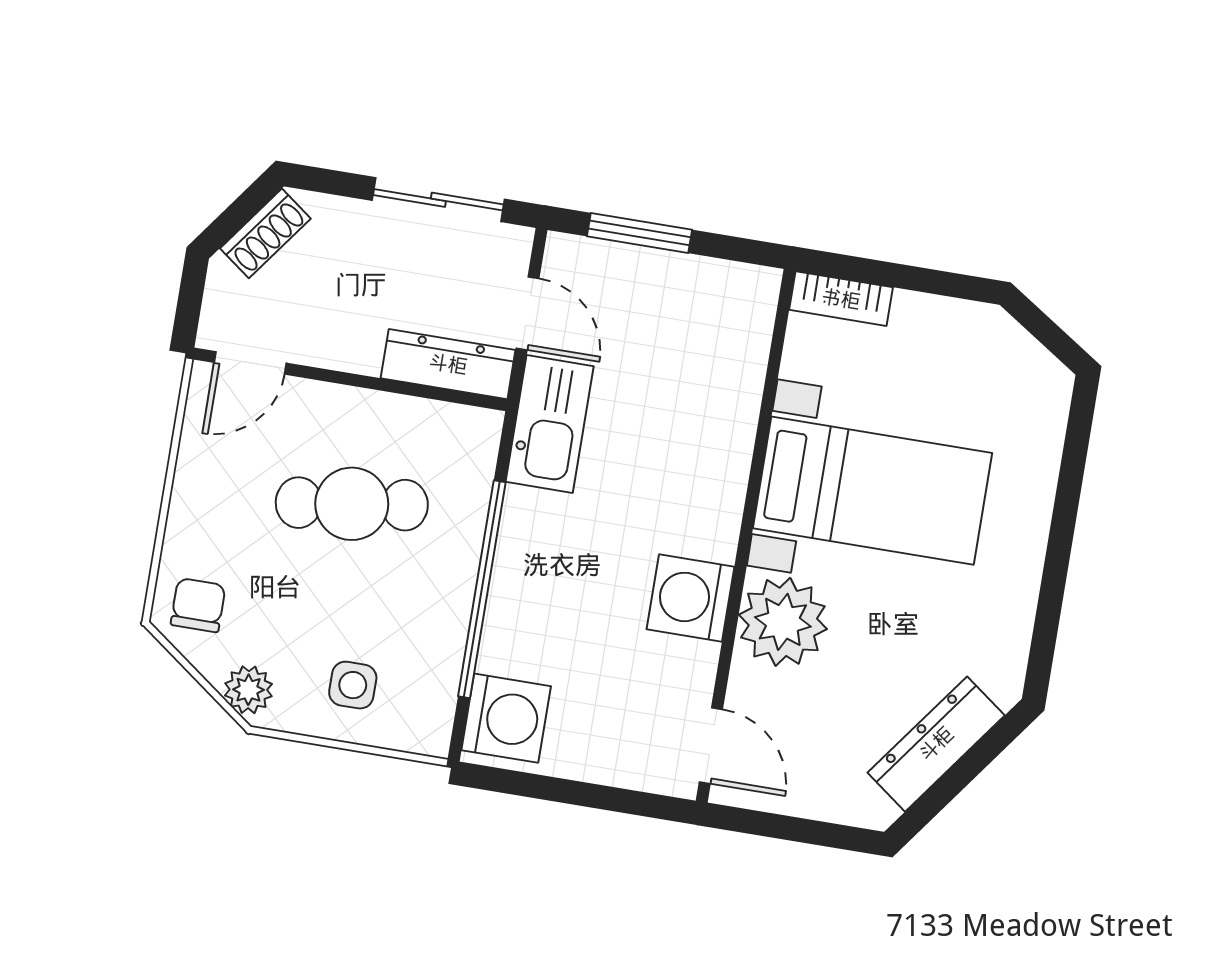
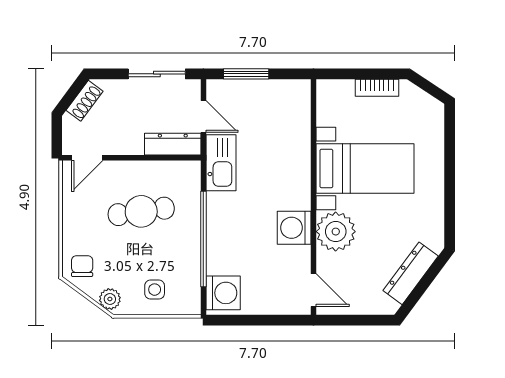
bookcase: (841, 299) -> (377, 88), moved

